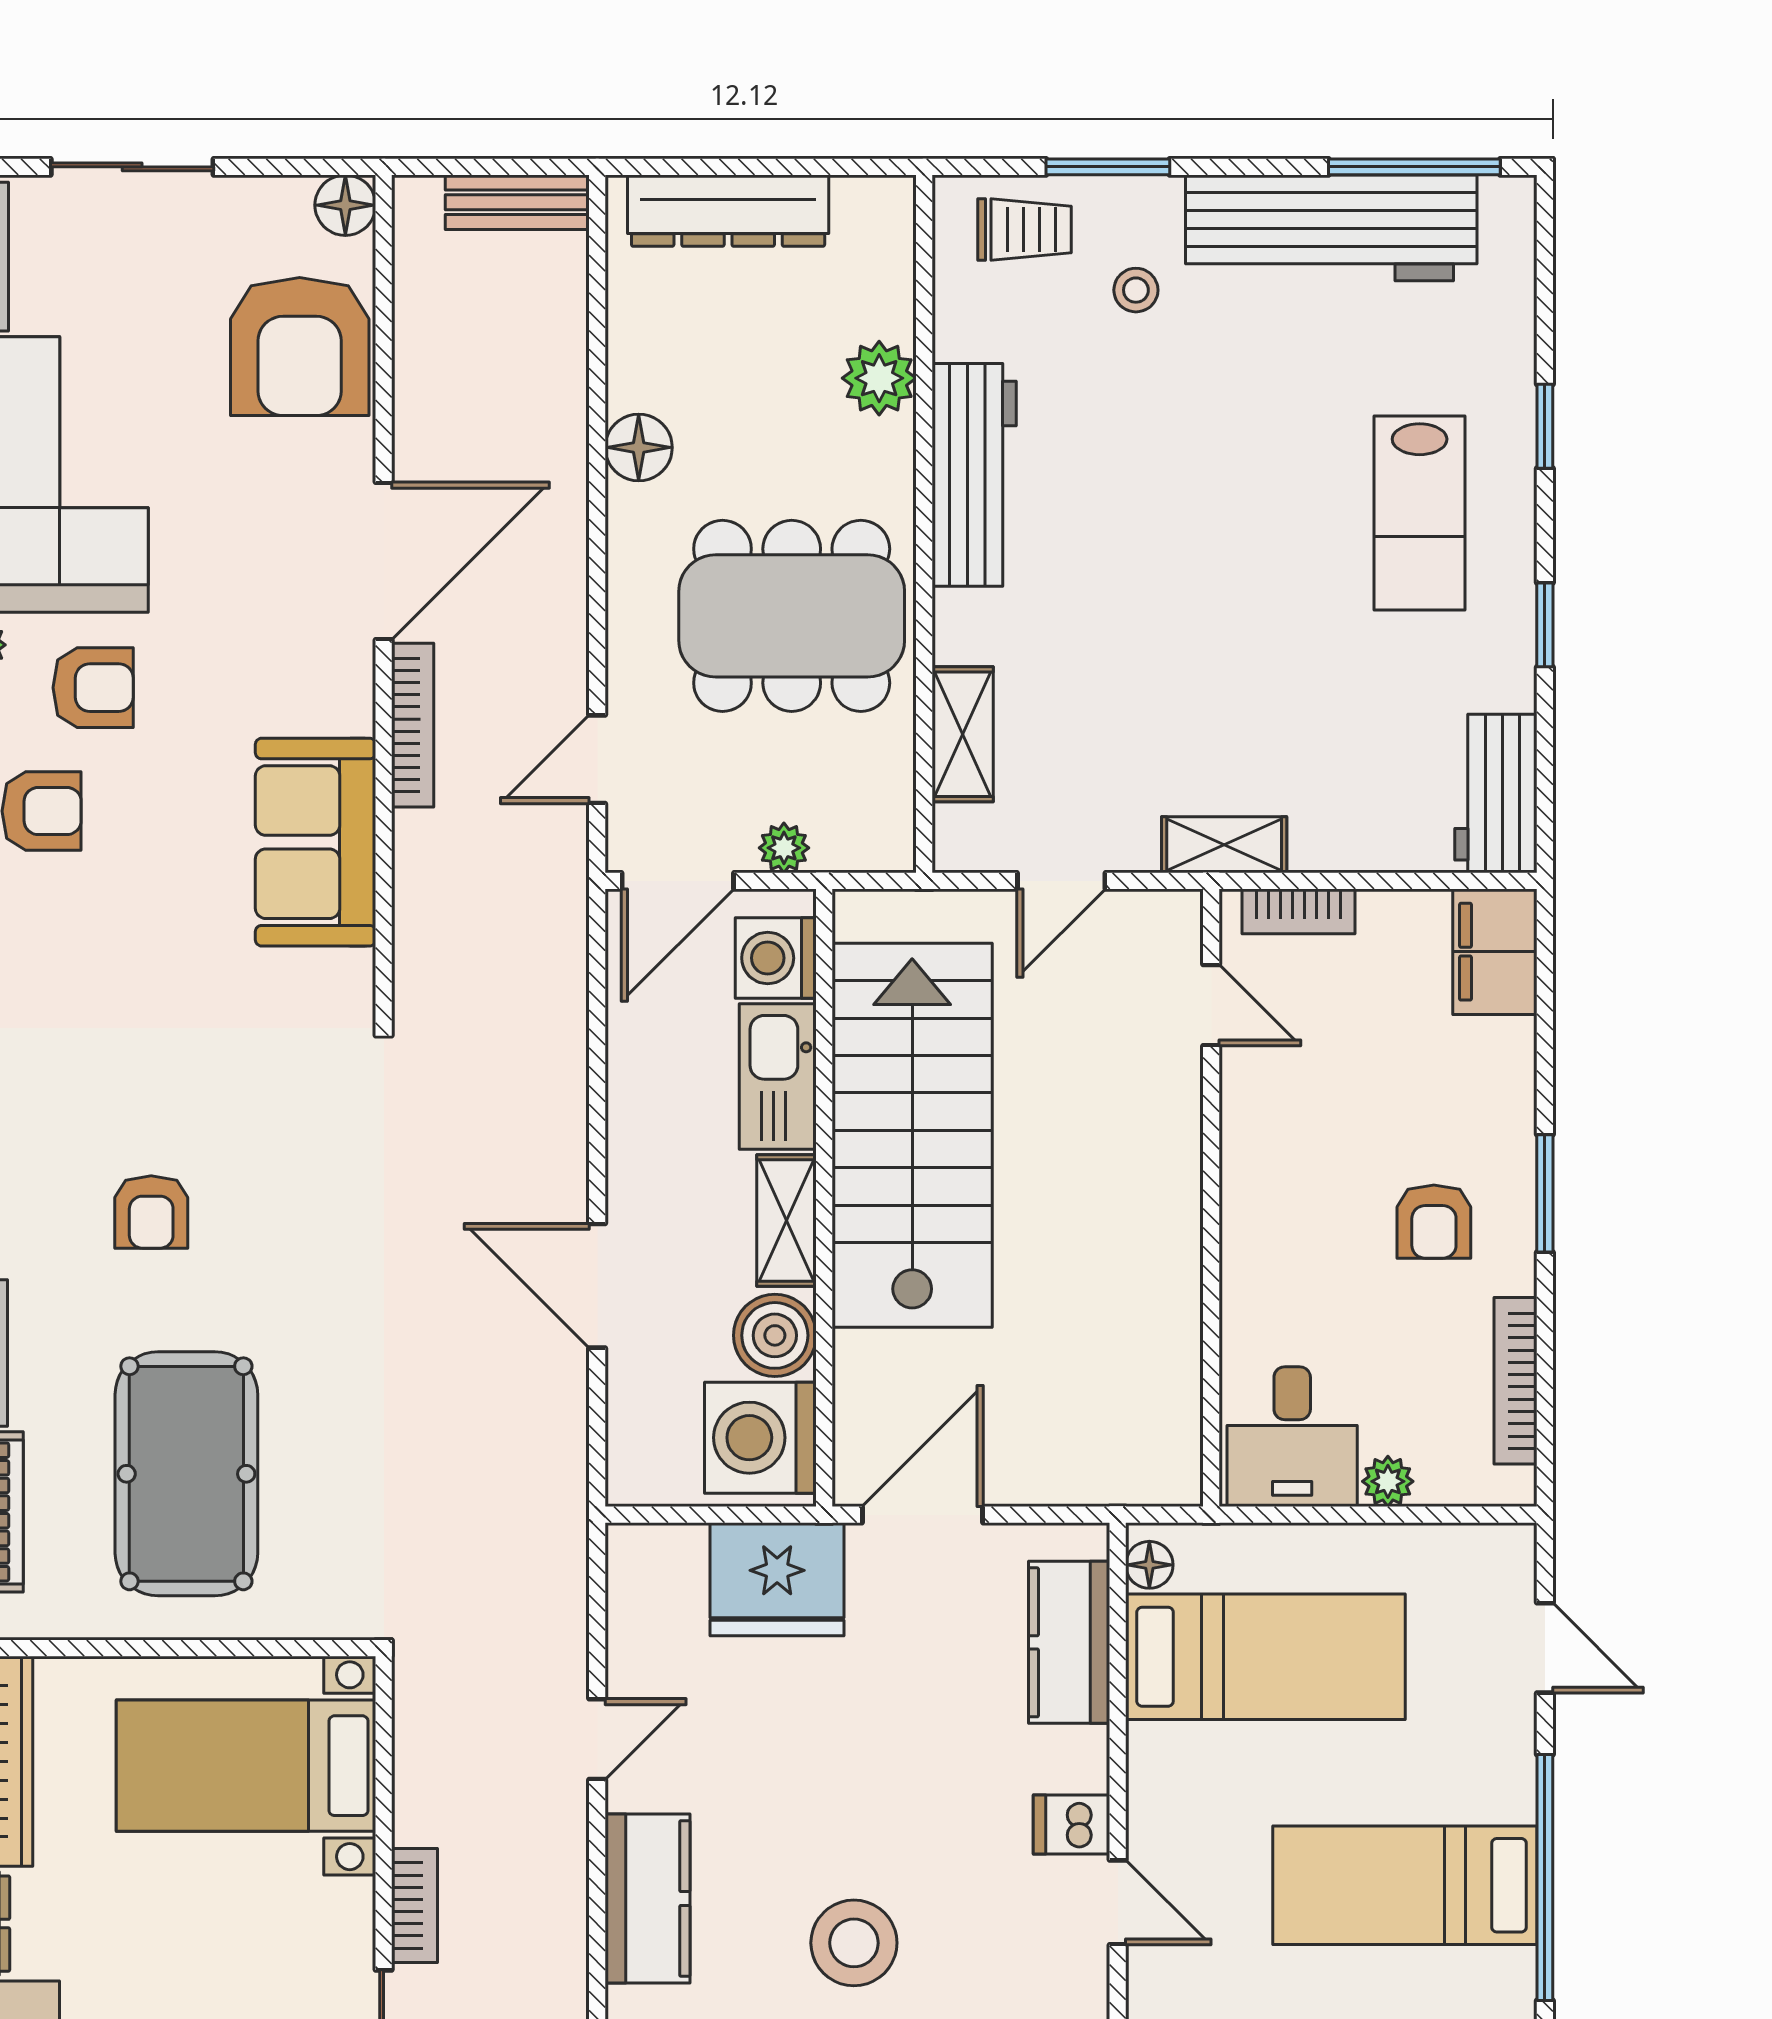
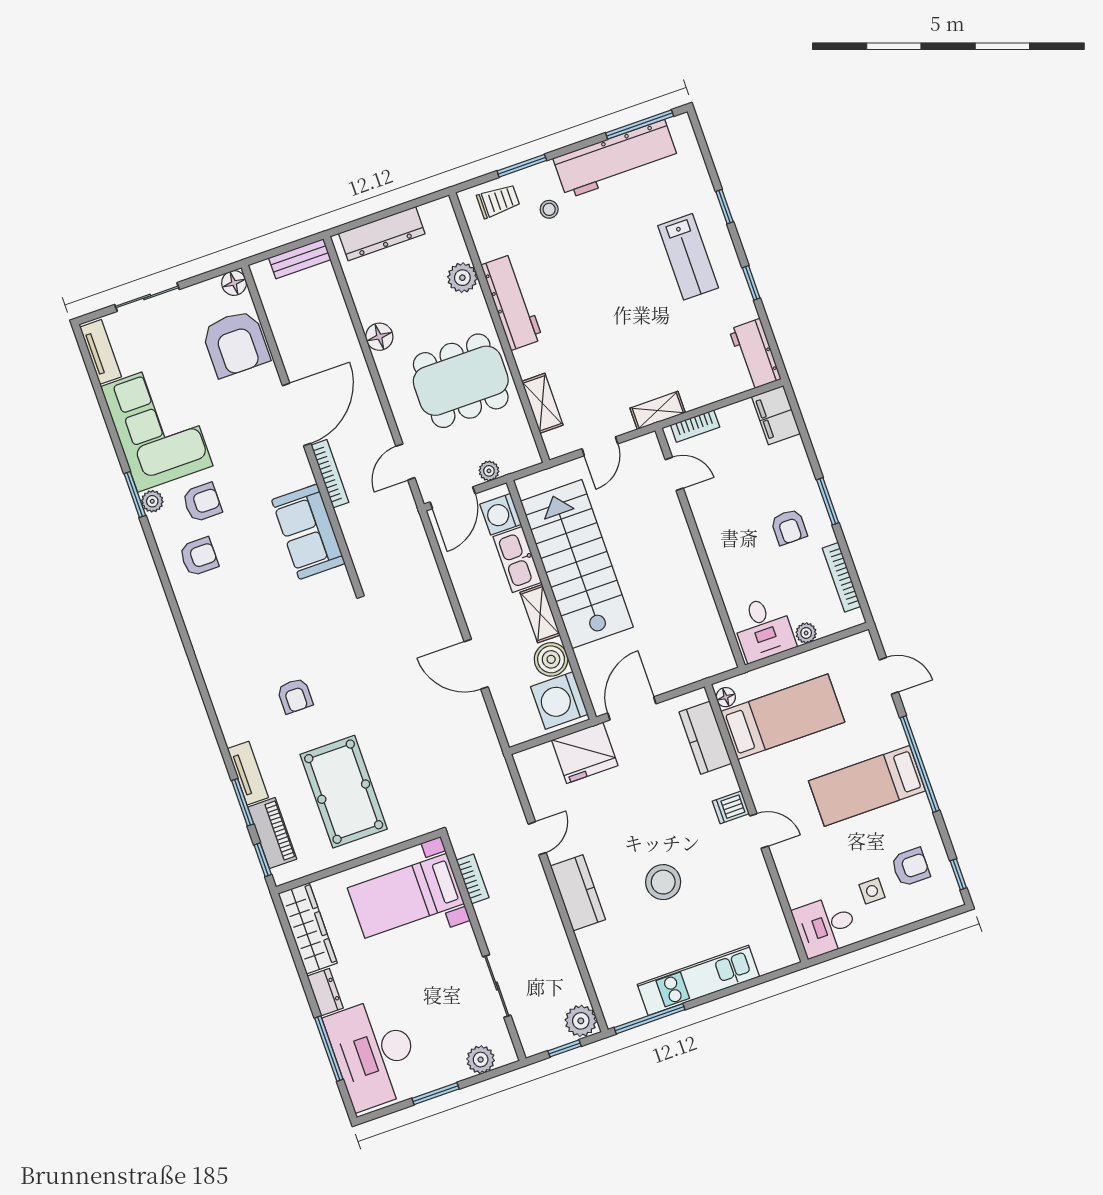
bookcase: (415, 1906) -> (473, 879), moved

